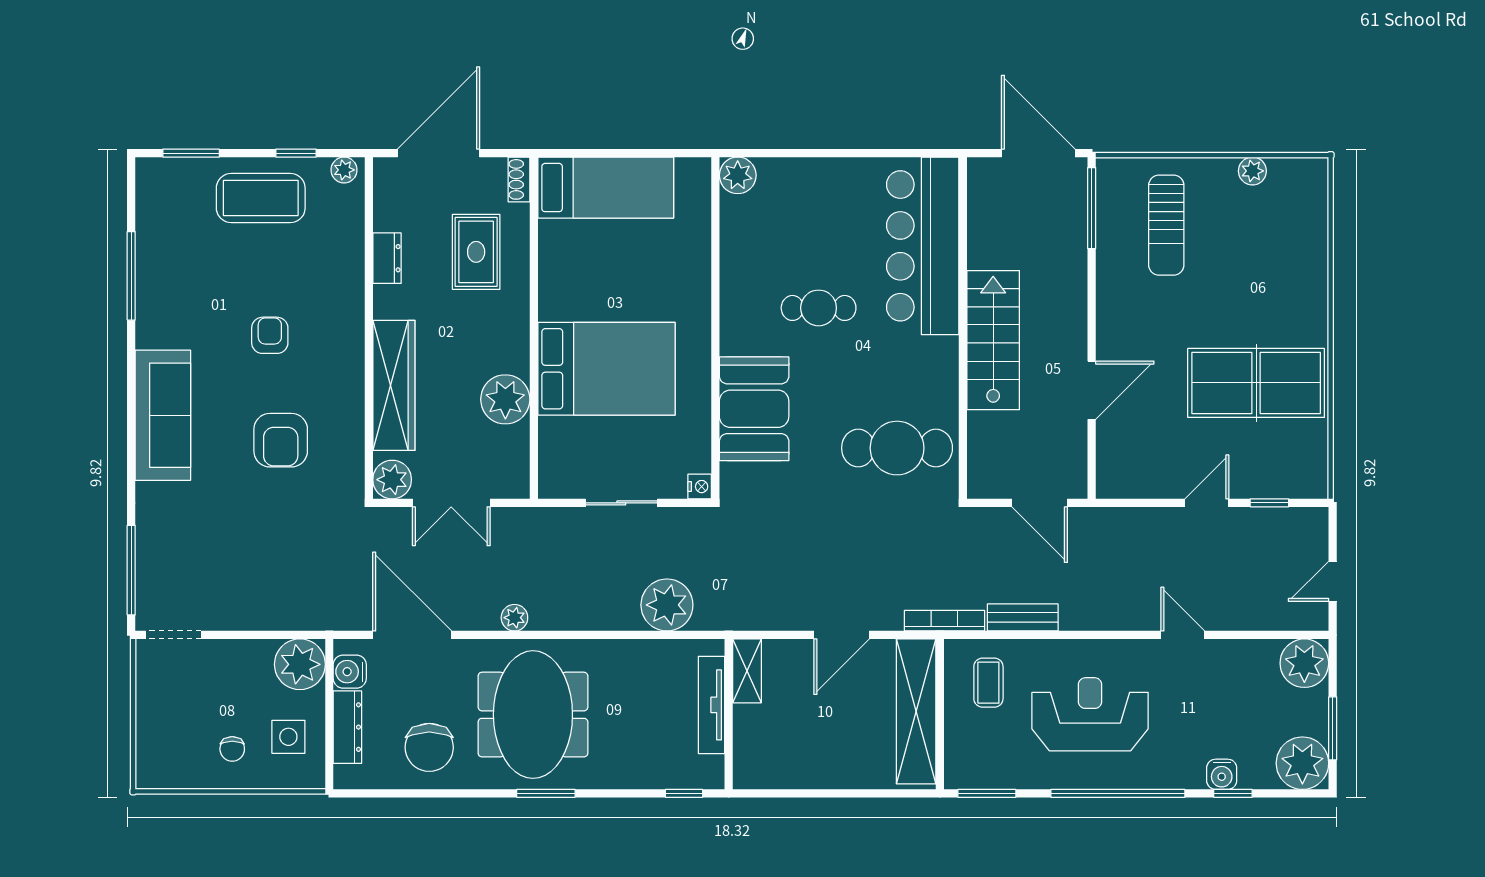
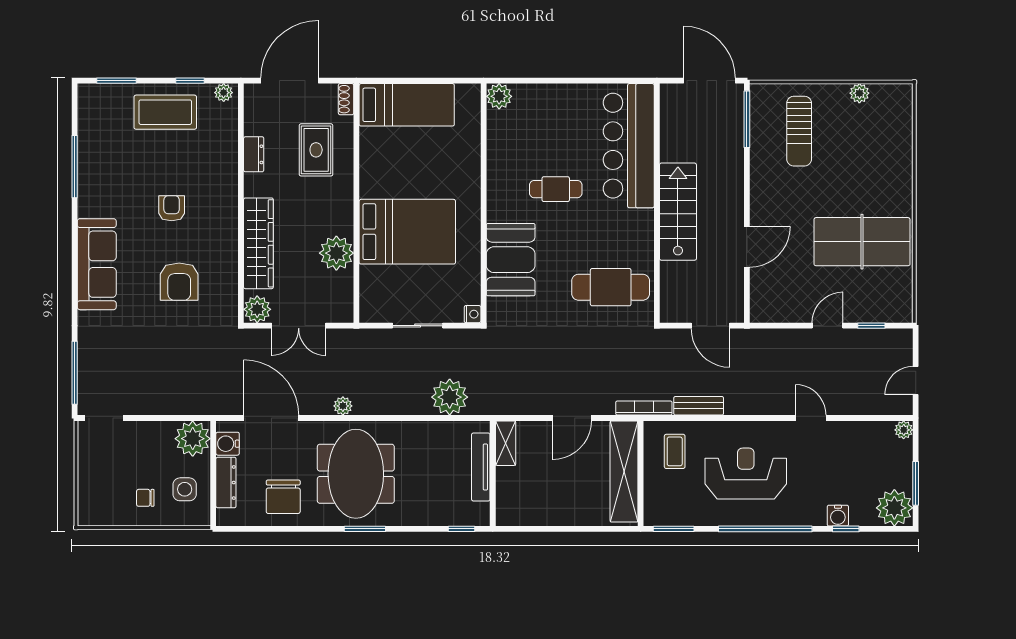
plant: (1304, 663) -> (904, 430), width x0.53, depth x0.53
chair: (232, 749) -> (145, 498), turned 90

